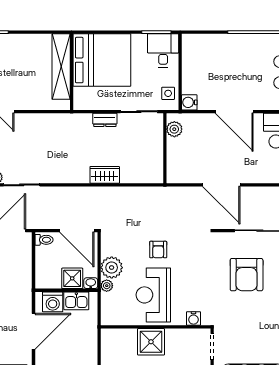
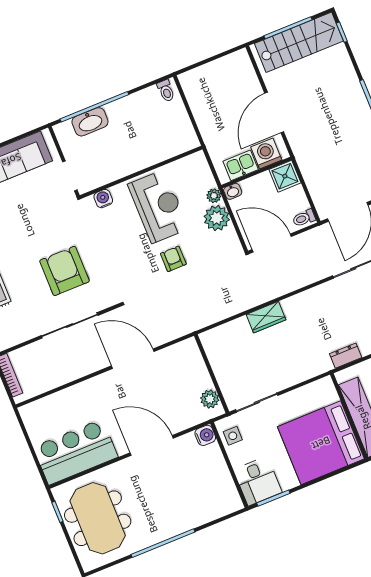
dresser: (105, 120) -> (346, 356), moved
shower: (72, 278) -> (285, 176), moved
shower: (151, 342) -> (140, 154), removed

